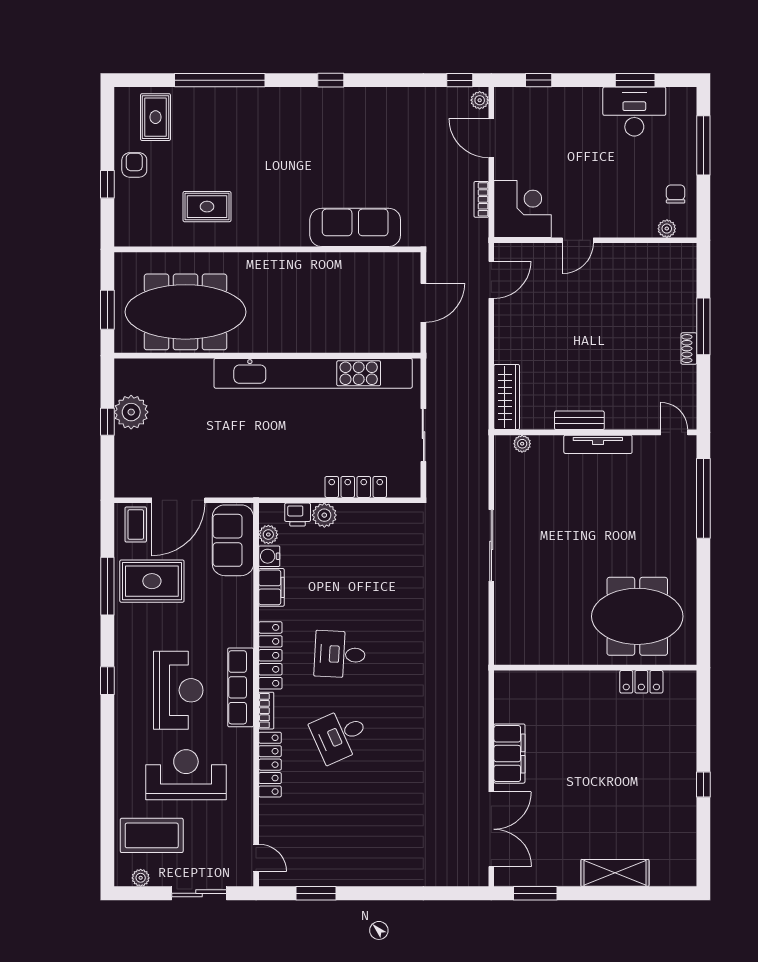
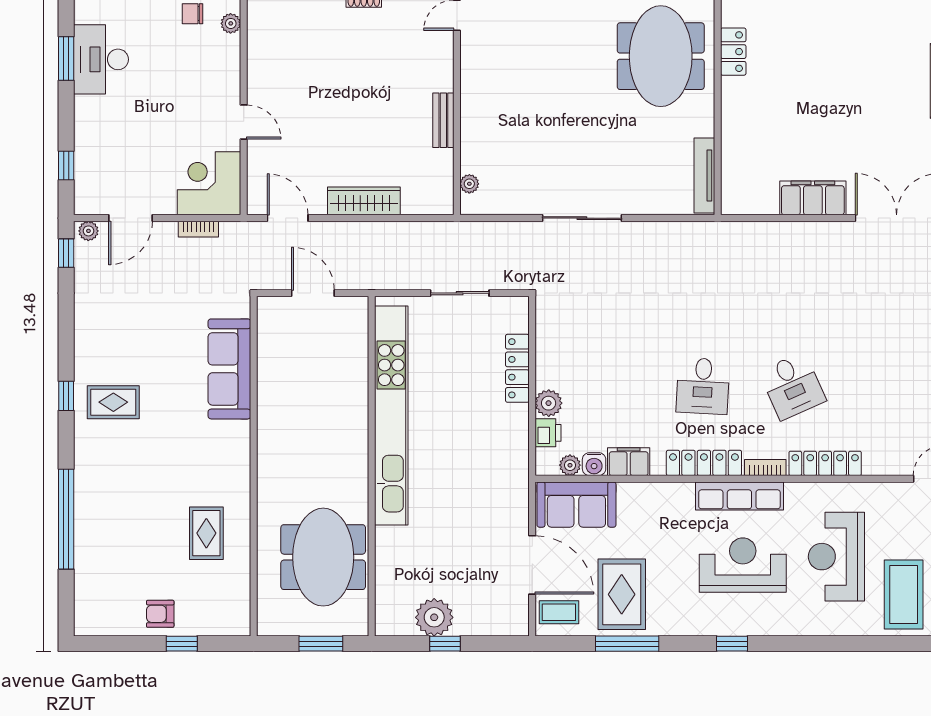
rug: (155, 117) -> (113, 402), moved
meeting table: (185, 312) -> (323, 557), width x0.73
wardrobe: (507, 397) -> (364, 201), moved
tv unit: (598, 444) -> (704, 176), moved, turned 180

